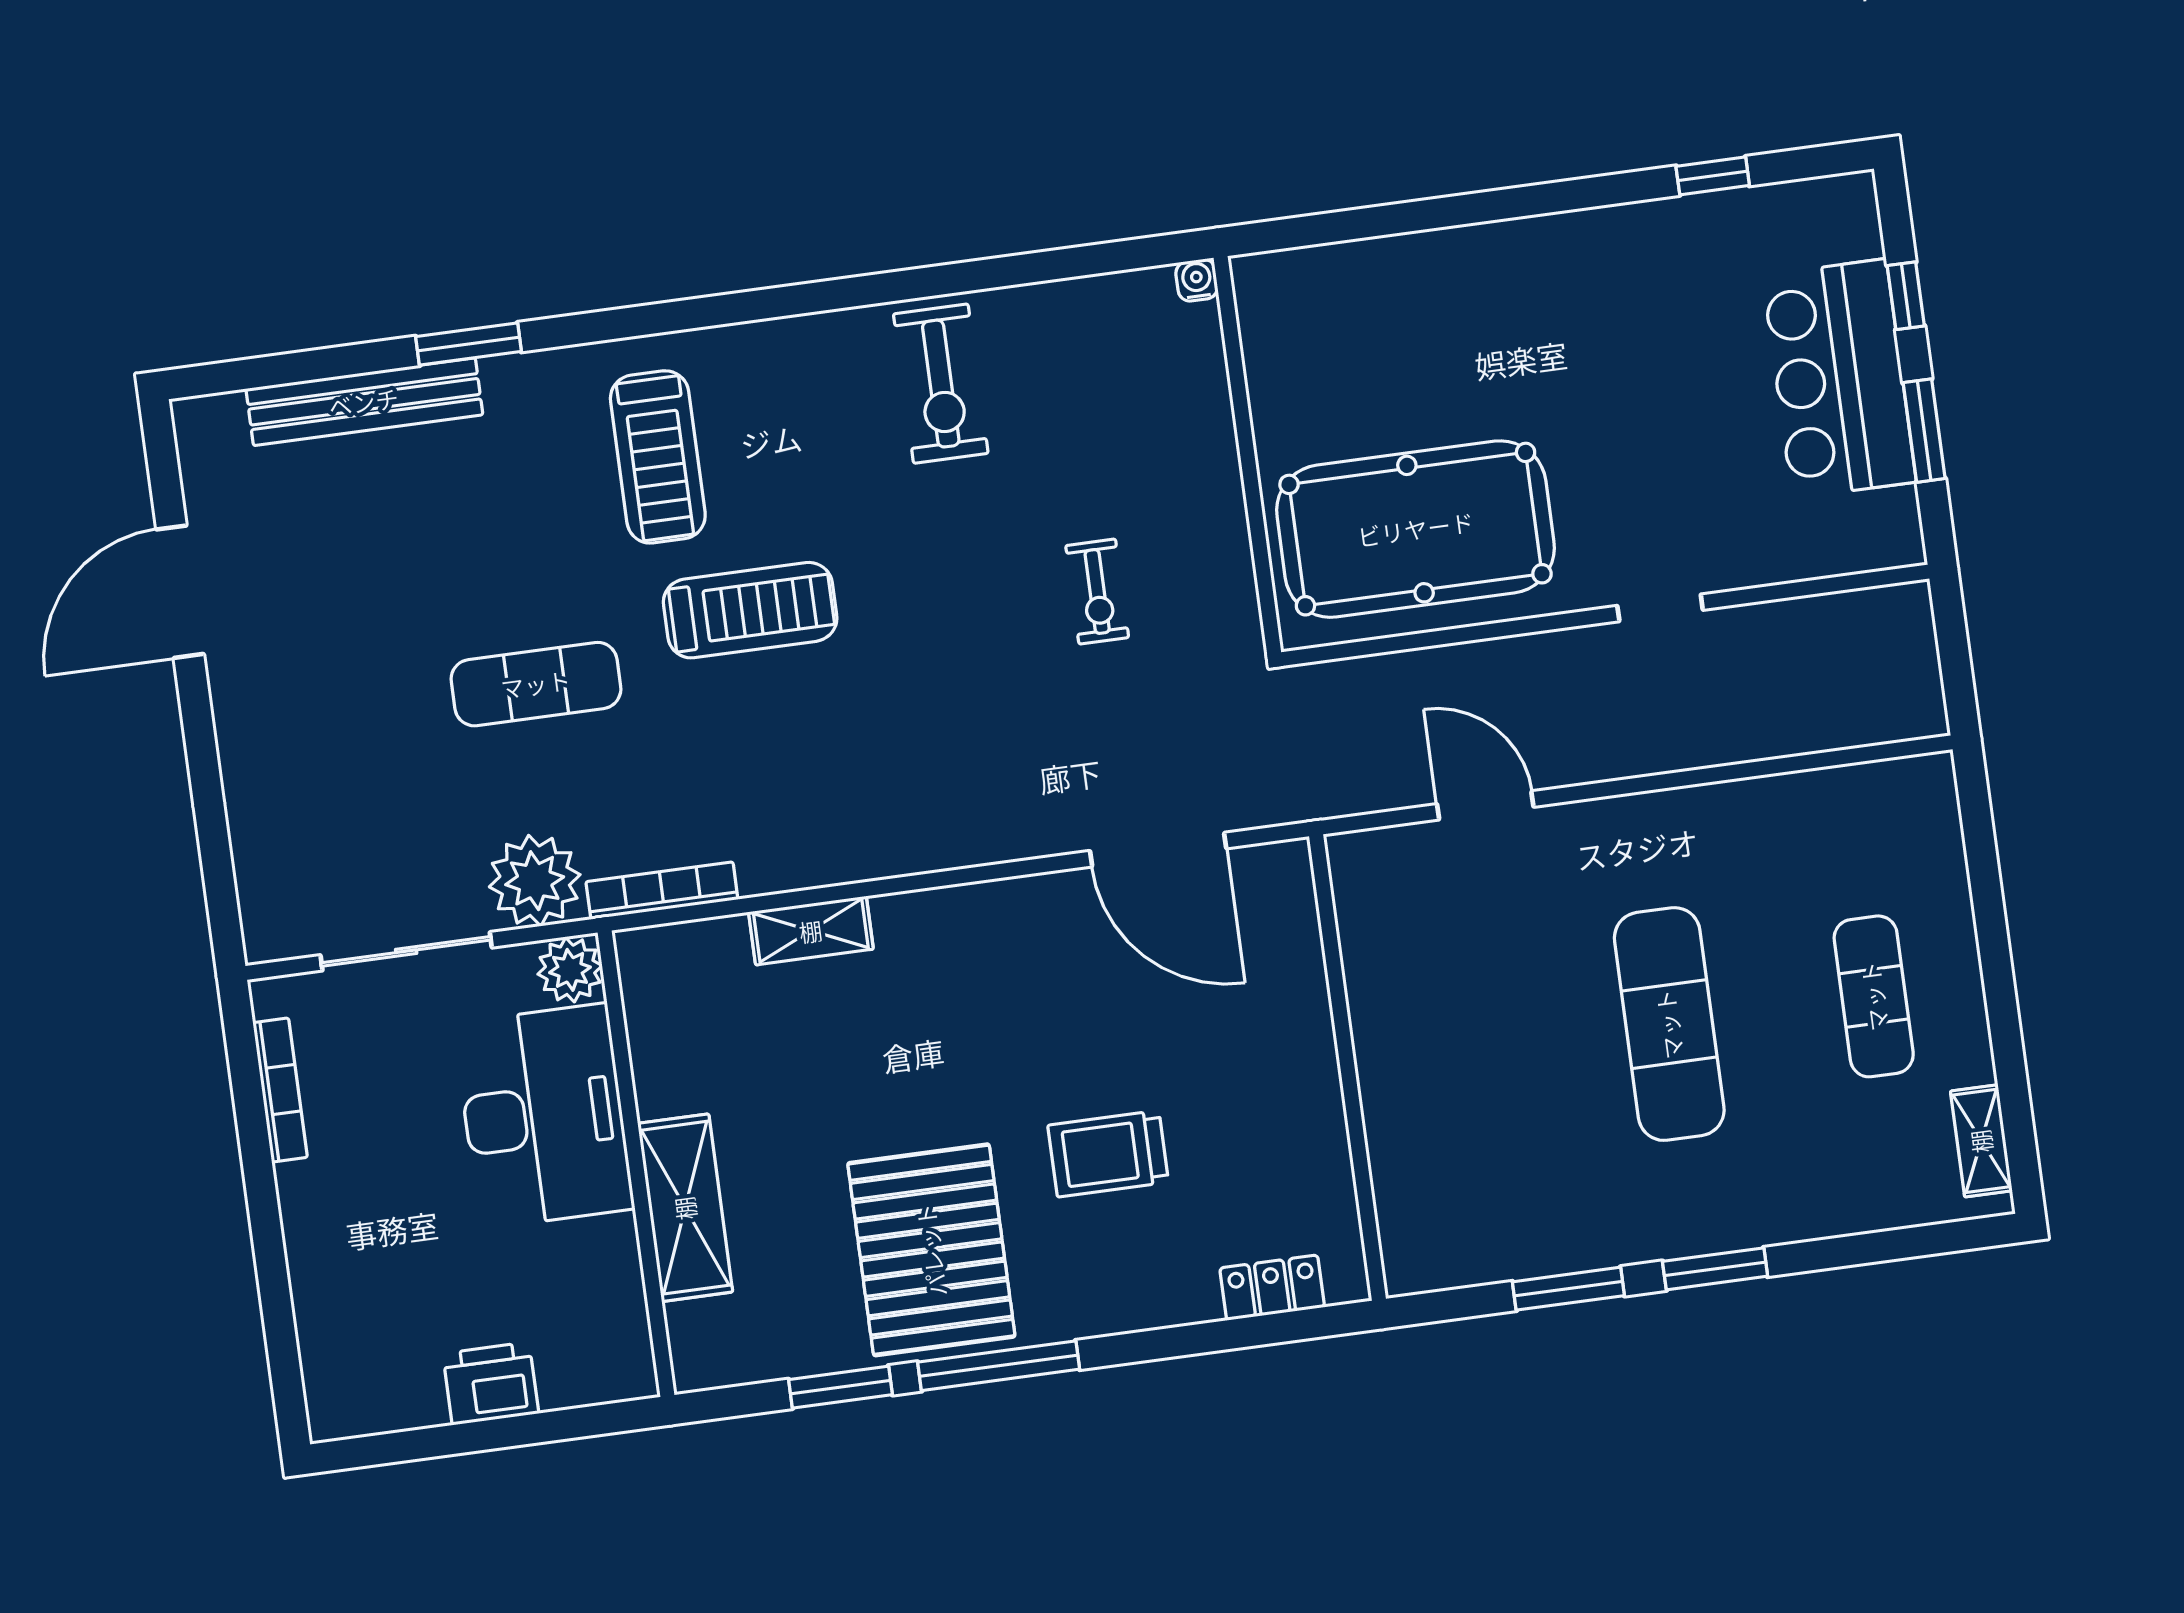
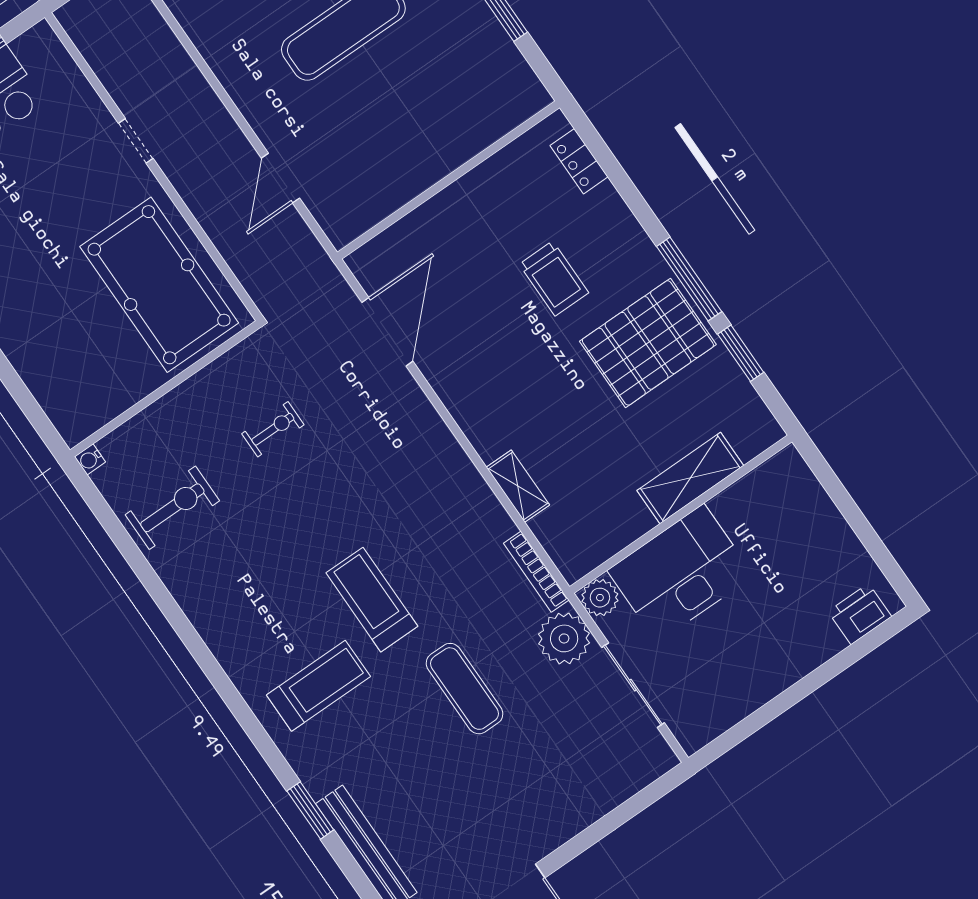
exercise bike: (941, 384) -> (172, 508), moved
bookcase: (280, 1090) -> (735, 713), removed
printer: (491, 1383) -> (860, 614), moved, turned 90

